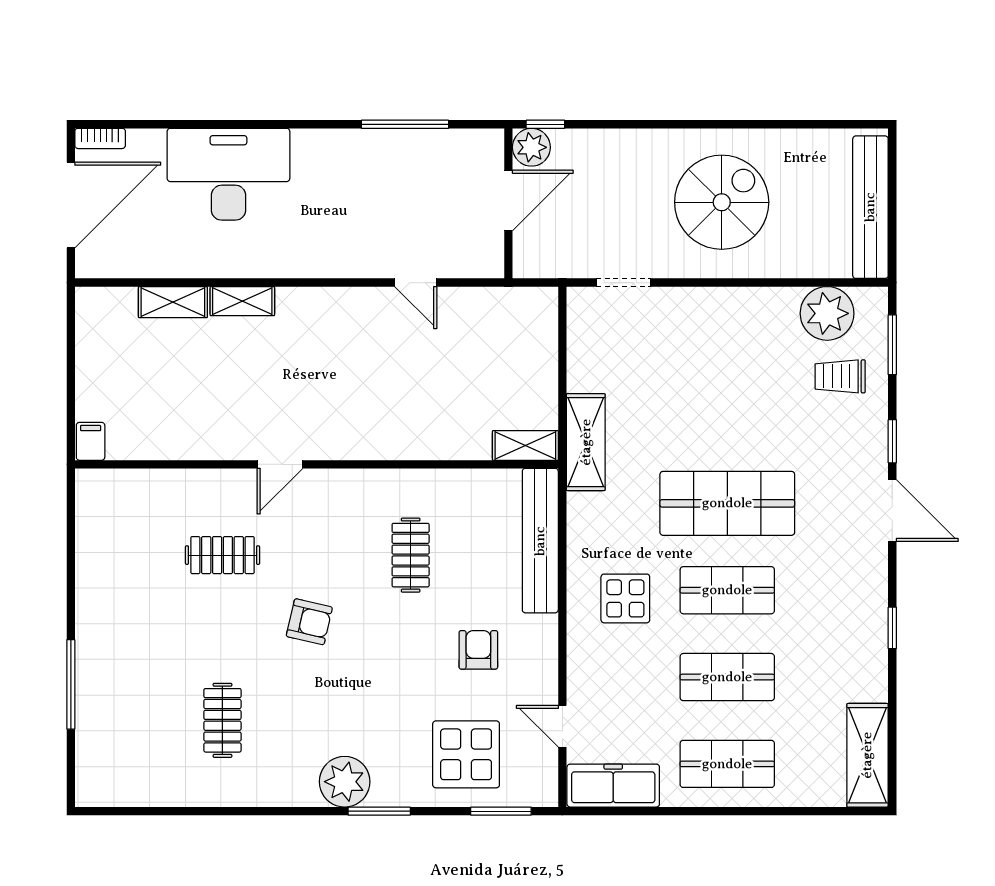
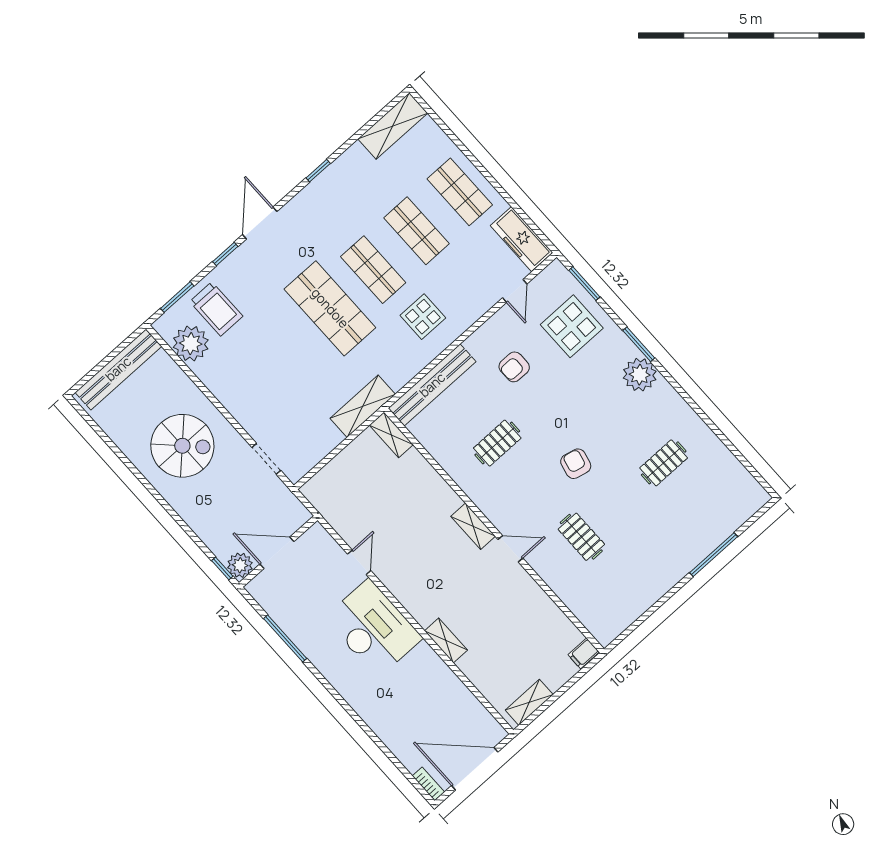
desk: (228, 174) -> (373, 628), moved, turned 180
spiral stairs: (722, 202) -> (182, 446), turned 180
shelving: (173, 302) -> (529, 702), moved, turned 90
trolley: (840, 376) -> (216, 309), width x1.36, depth x1.39
shelving: (342, 445) -> (473, 526), added

